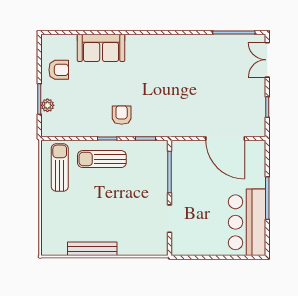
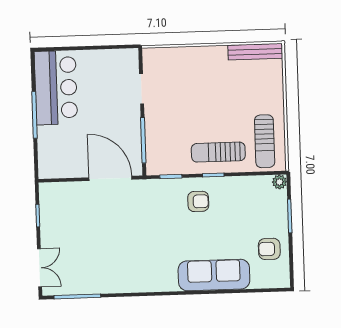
sofa: (101, 48) -> (214, 275), width x1.36
plant: (47, 105) -> (279, 182), moved
armchair: (122, 115) -> (198, 201), turned -90
door: (225, 138) -> (110, 178), moved
sun lounger: (102, 159) -> (218, 152), turned 180
bench: (92, 249) -> (255, 52), moved

